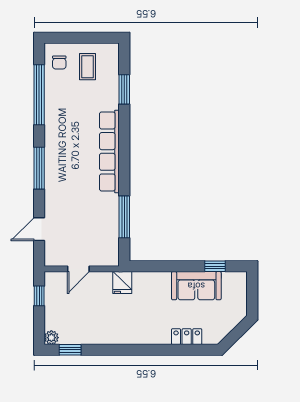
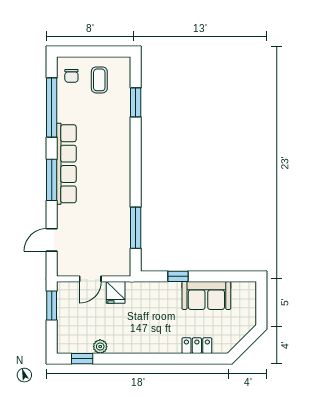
row of seats: (109, 151) -> (66, 164), moved, turned 180
window: (215, 266) -> (178, 276), moved
fridge: (122, 283) -> (116, 292), moved
window: (39, 296) -> (52, 305), width x1.50
plant: (51, 338) -> (100, 347), moved

